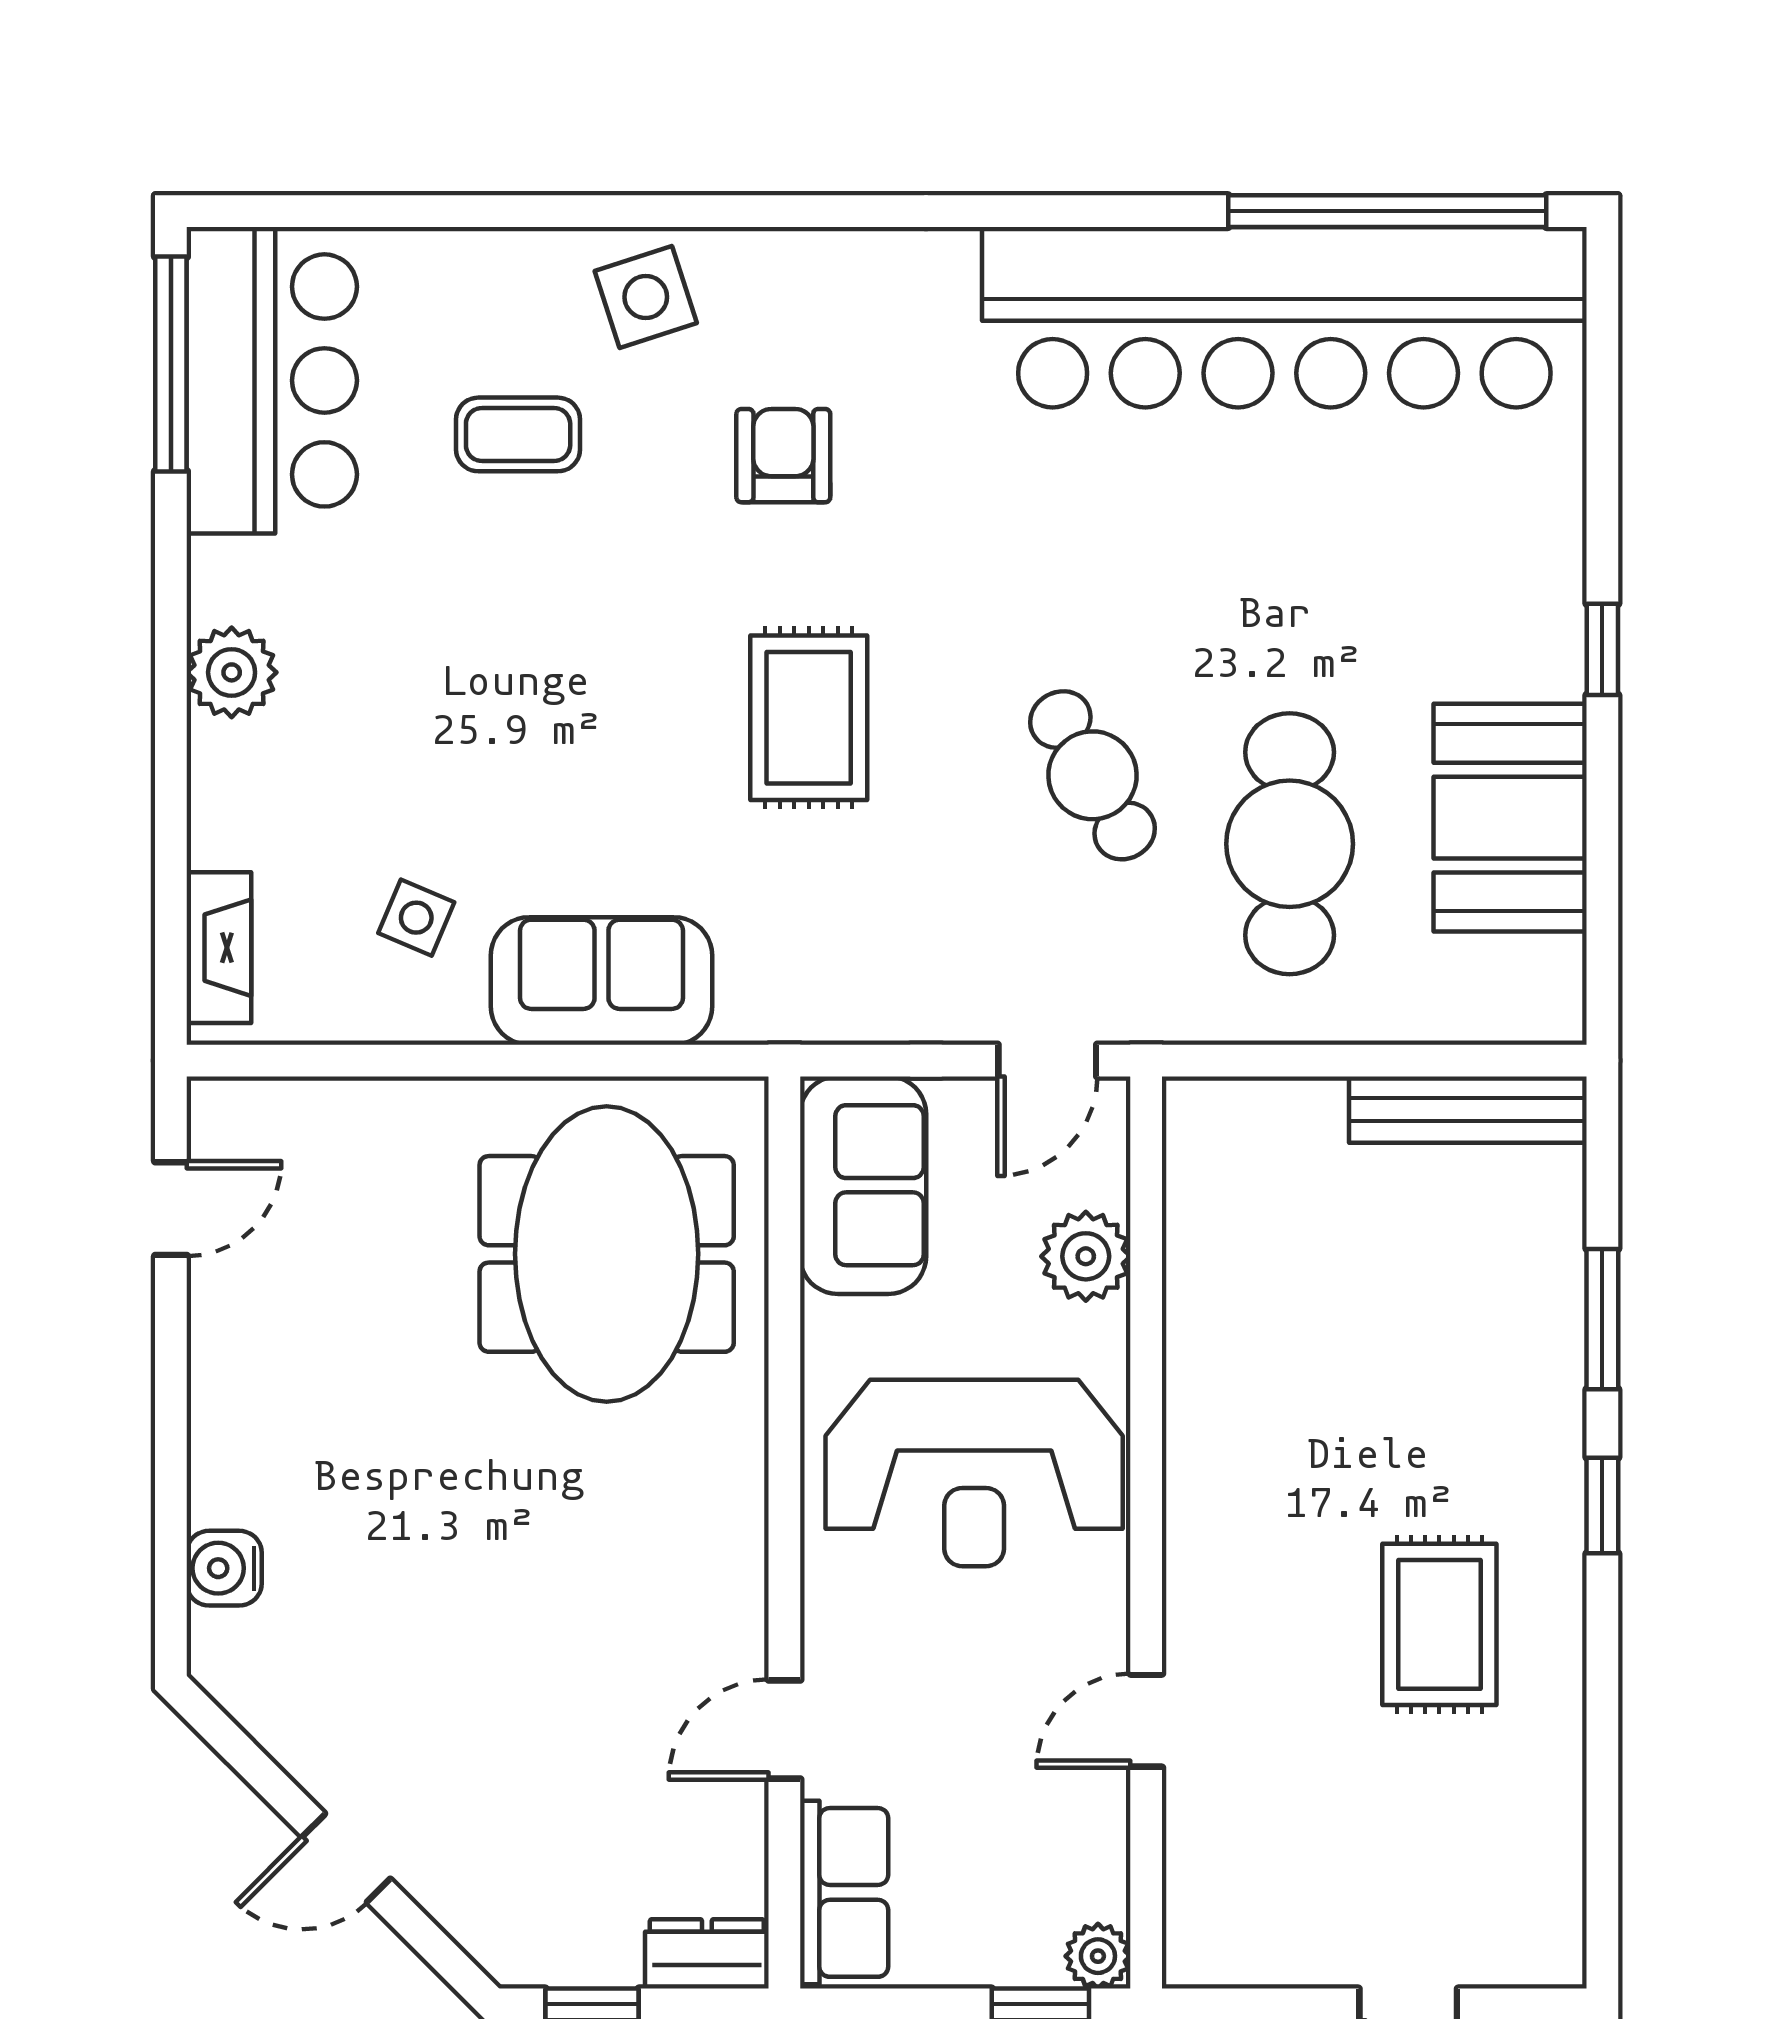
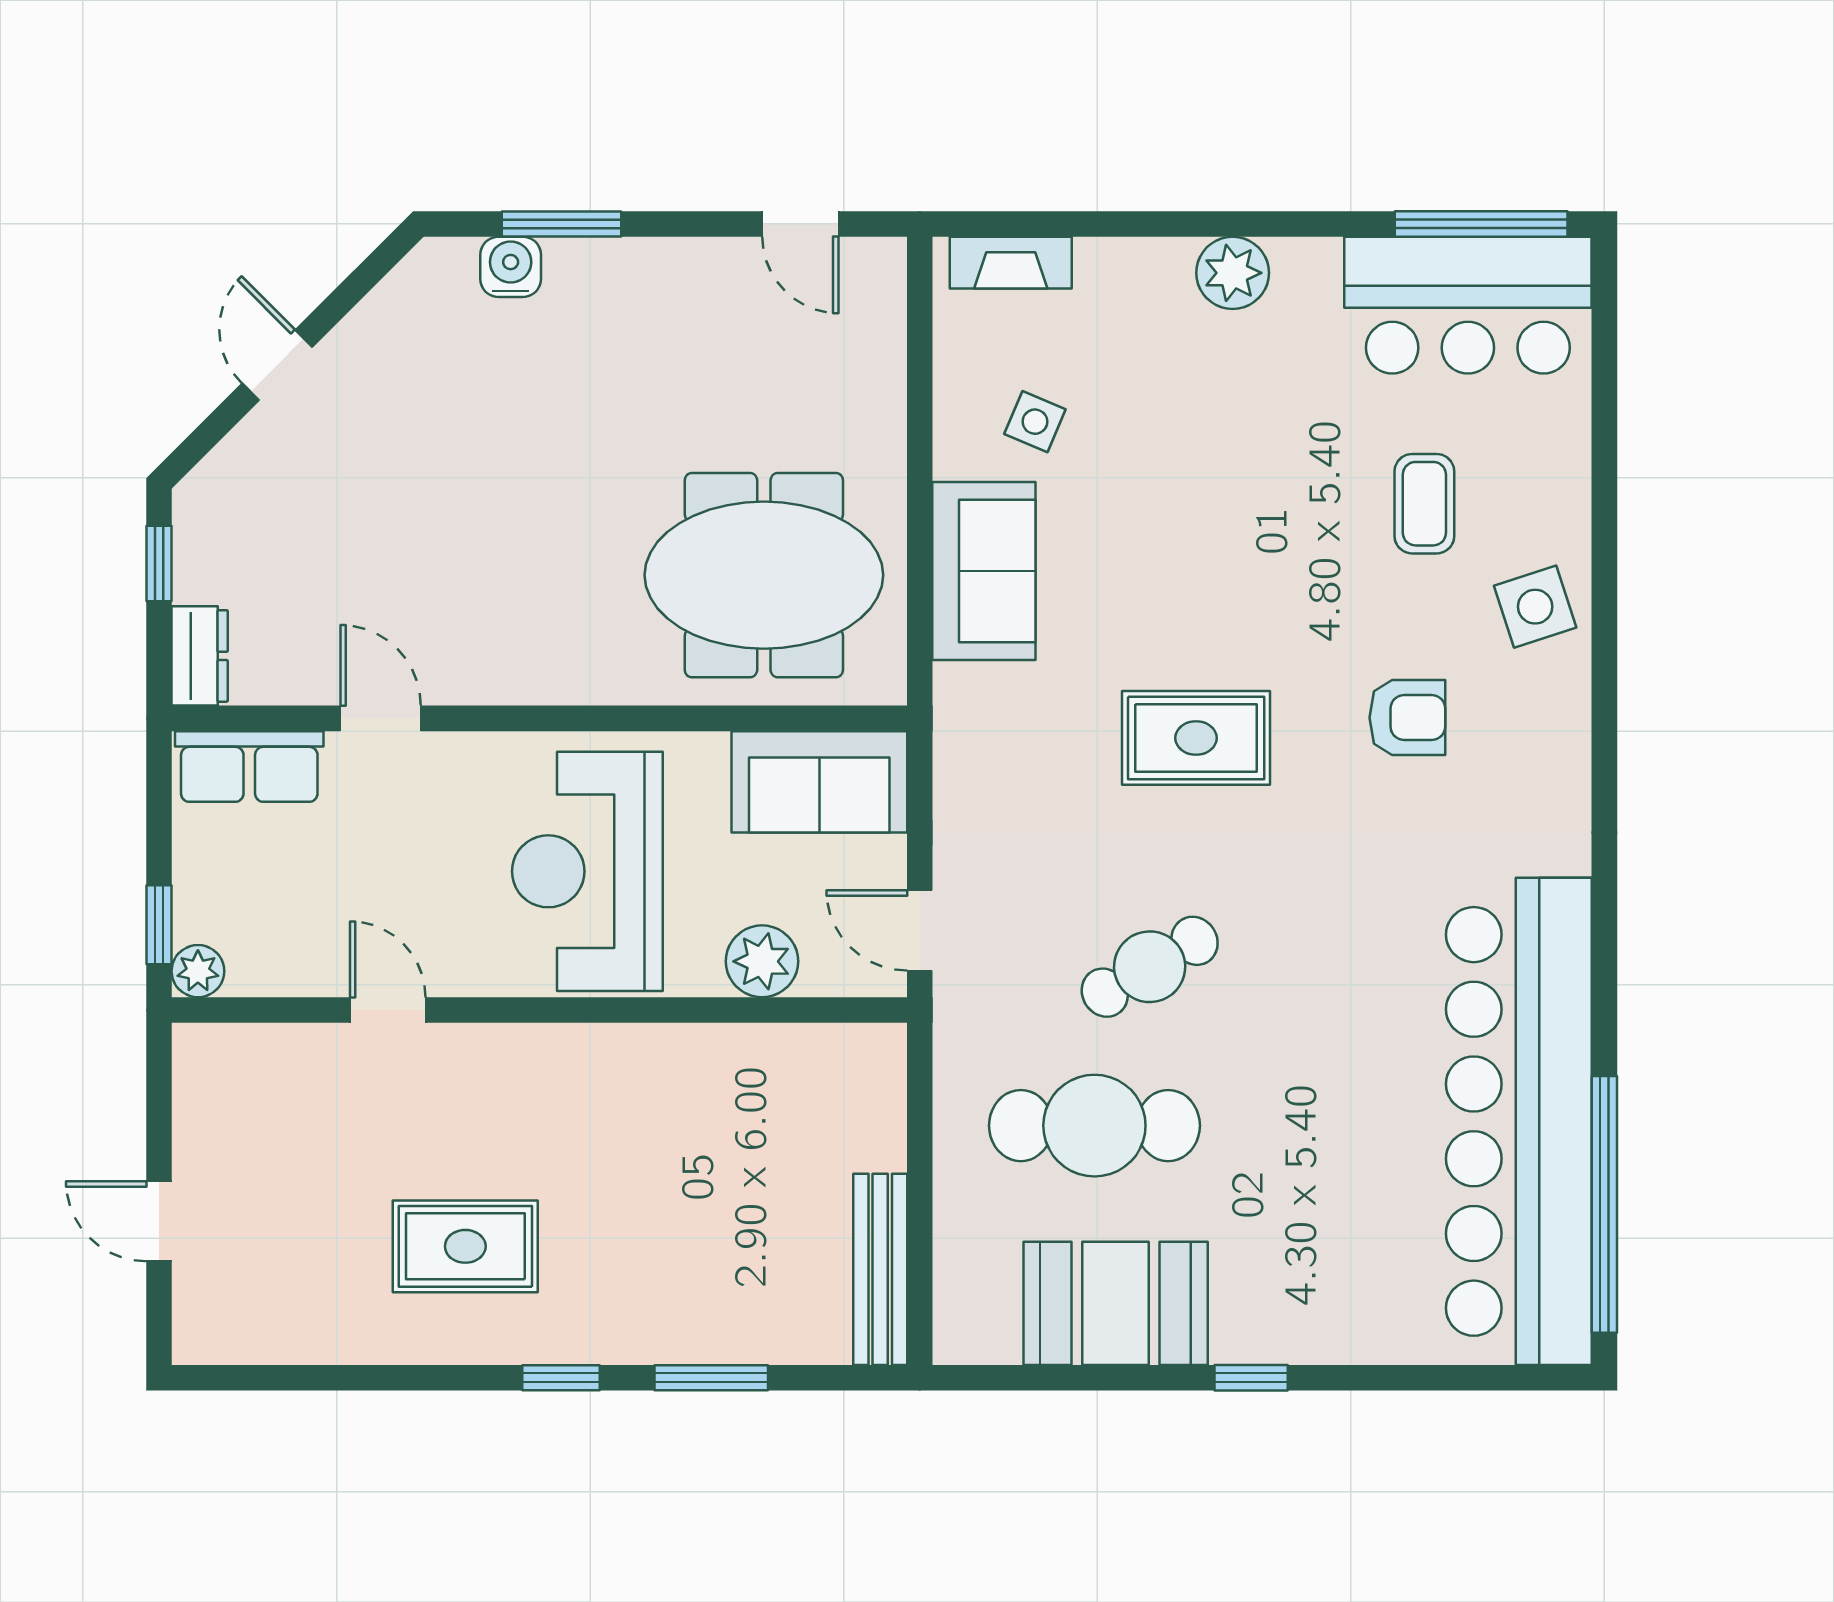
window: (171, 1505) -> (562, 224), added

